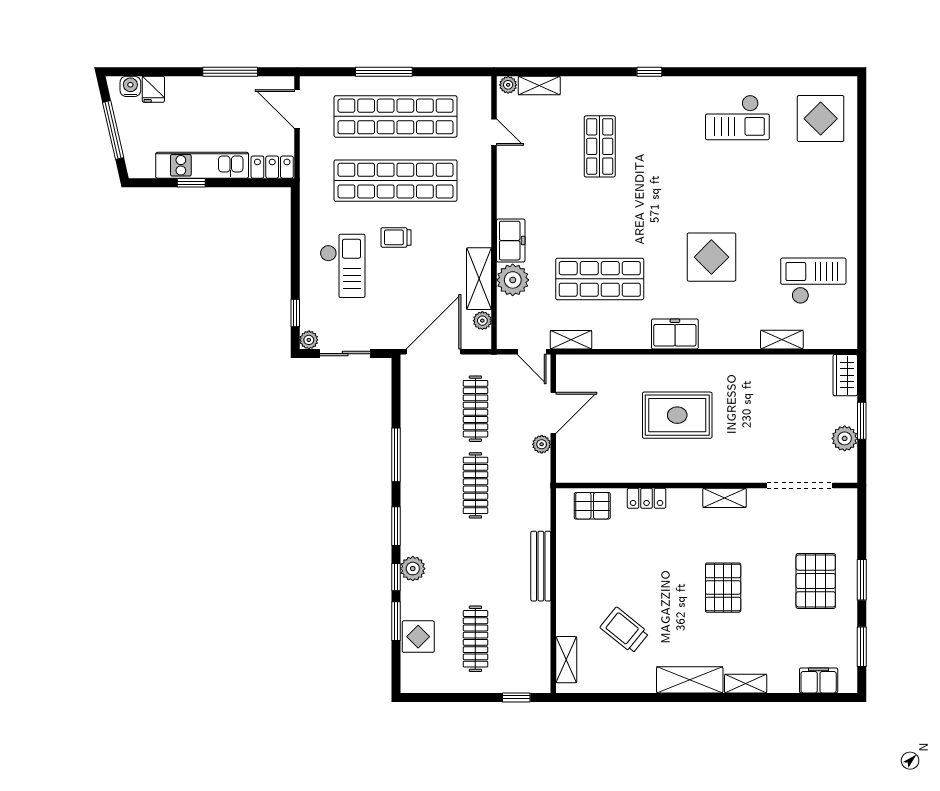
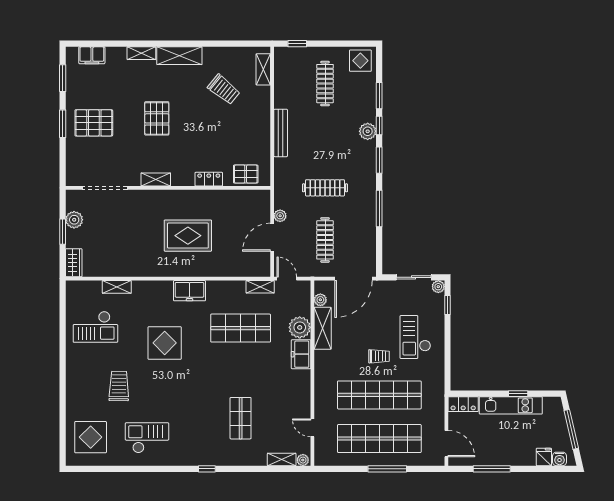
trolley: (779, 194) -> (119, 386), added
clothes rail: (475, 485) -> (325, 188), turned 90
pallet: (816, 581) -> (94, 123), turned 90
display table: (418, 637) -> (360, 61), moved

